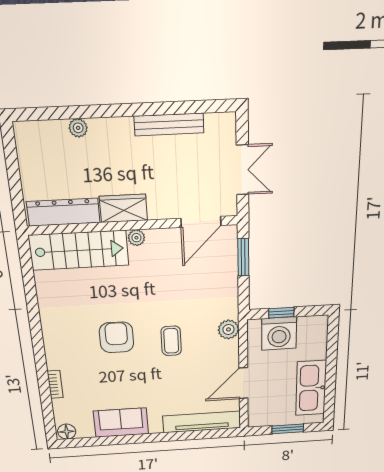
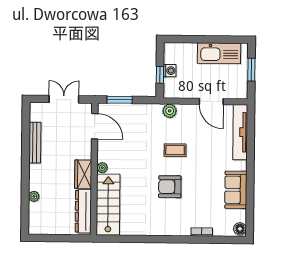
washing machine: (279, 334) -> (170, 71), width x0.53, depth x0.53

